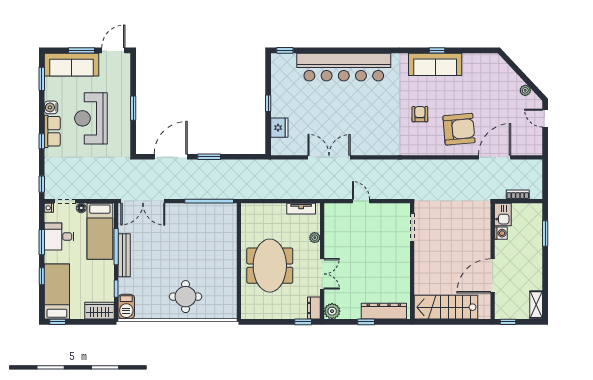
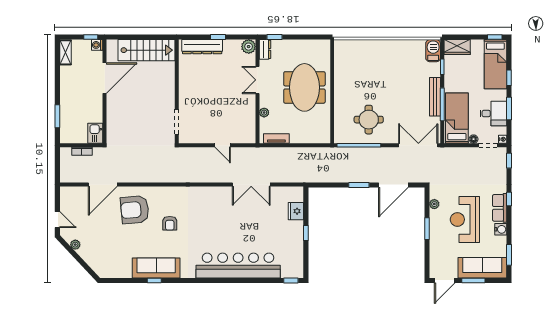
reception desk: (91, 118) -> (465, 219), turned 180
plant: (125, 136) -> (434, 204), added
washing machine: (501, 233) -> (97, 45), moved
round table: (186, 297) -> (369, 120), moved

